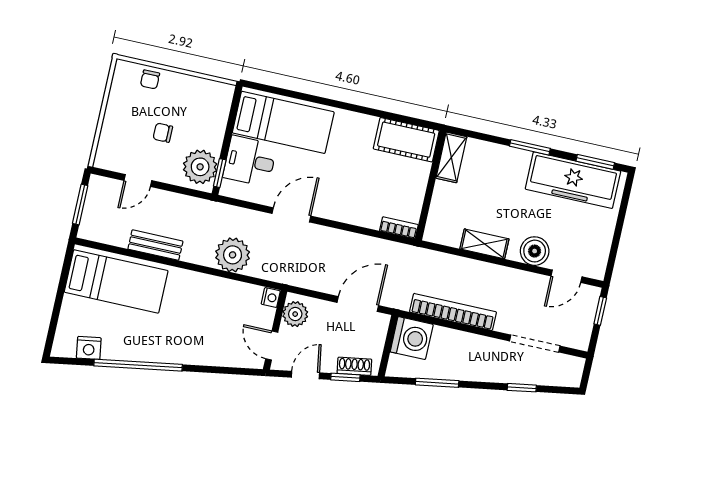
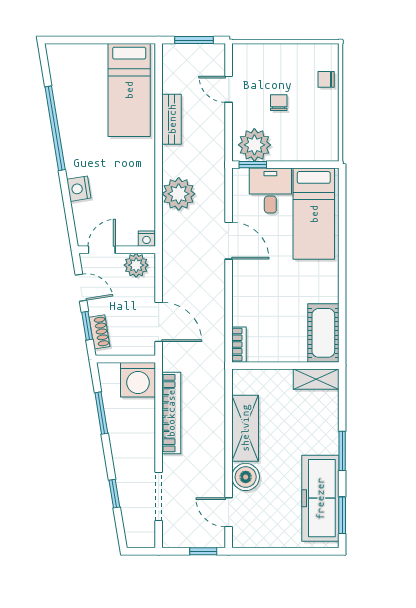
shelving: (484, 244) -> (245, 428), width x1.50, depth x1.33
nightstand: (89, 348) -> (79, 189), moved

